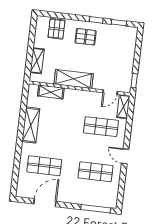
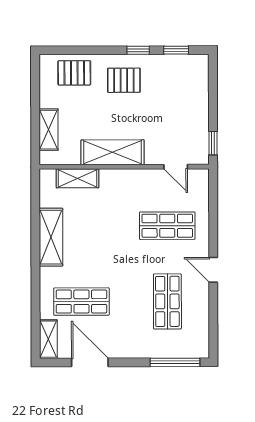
pallet: (57, 29) -> (74, 73), turned 90
door: (110, 92) -> (176, 167), hinge flipped
shelving: (123, 107) -> (48, 339), moved
shop shelf: (96, 172) -> (167, 301), turned 90
door: (45, 203) -> (90, 362), hinge flipped

